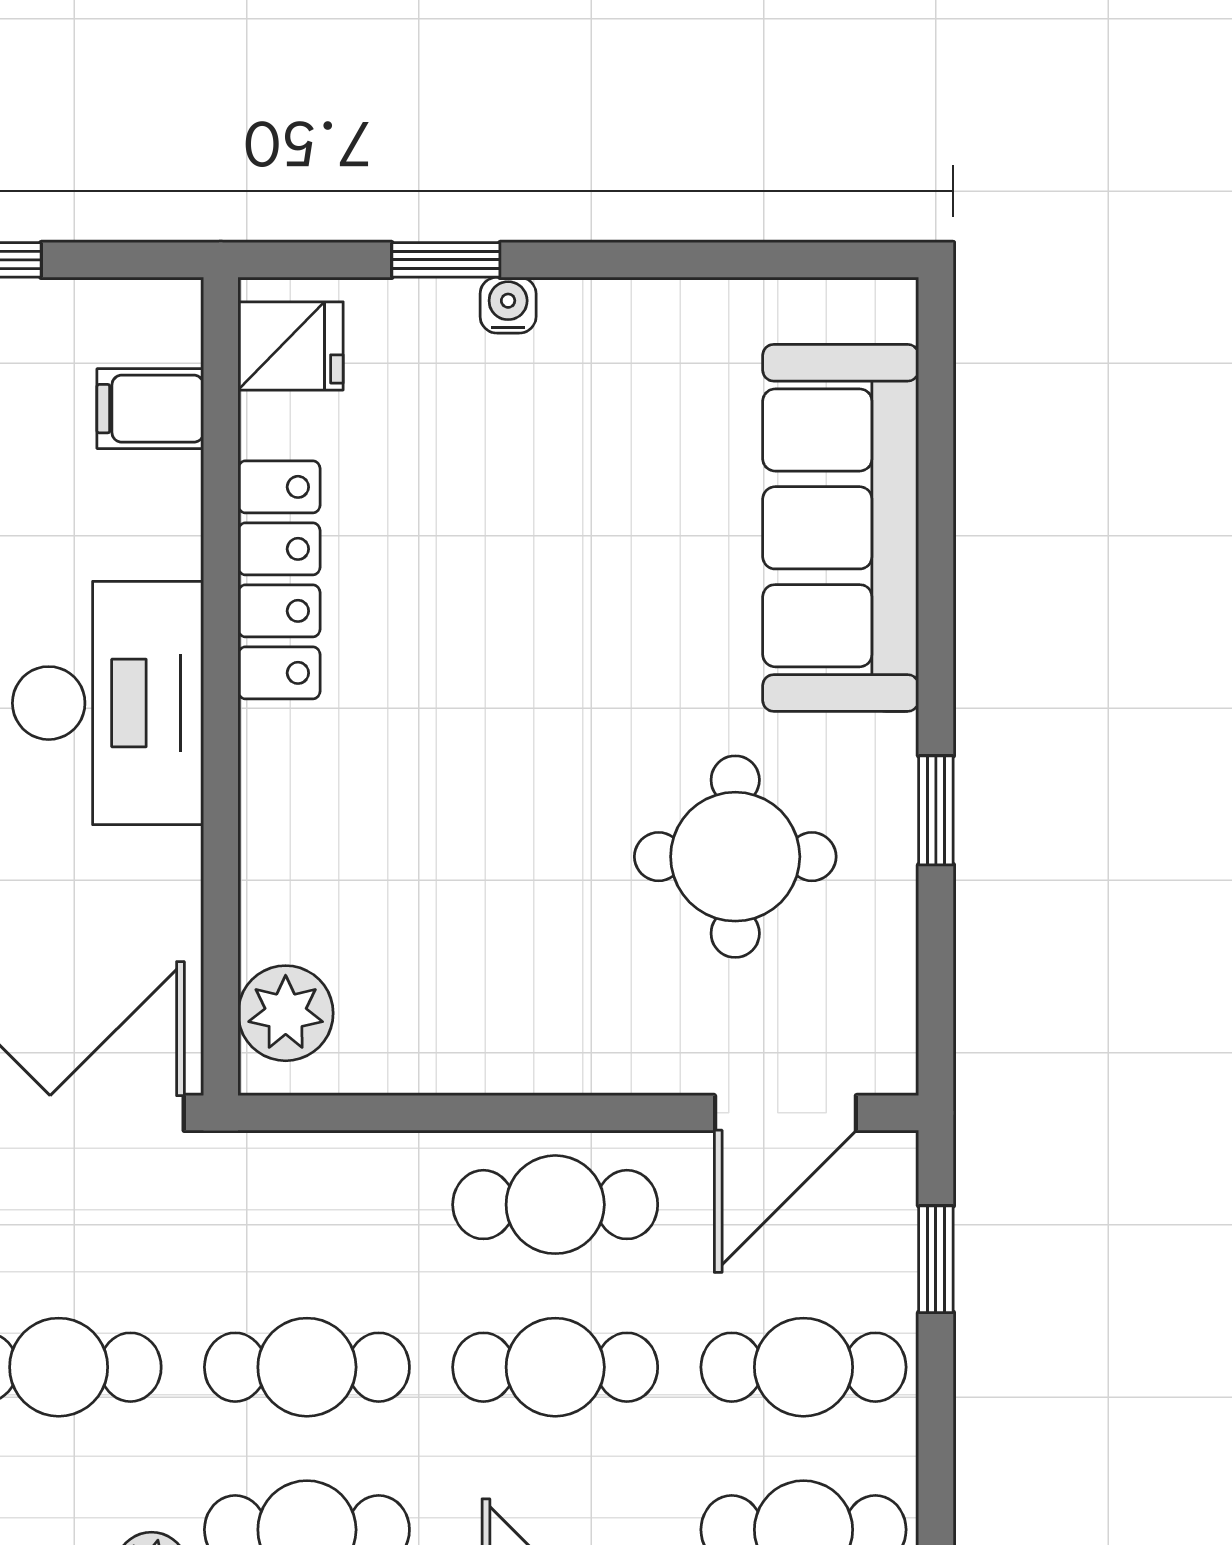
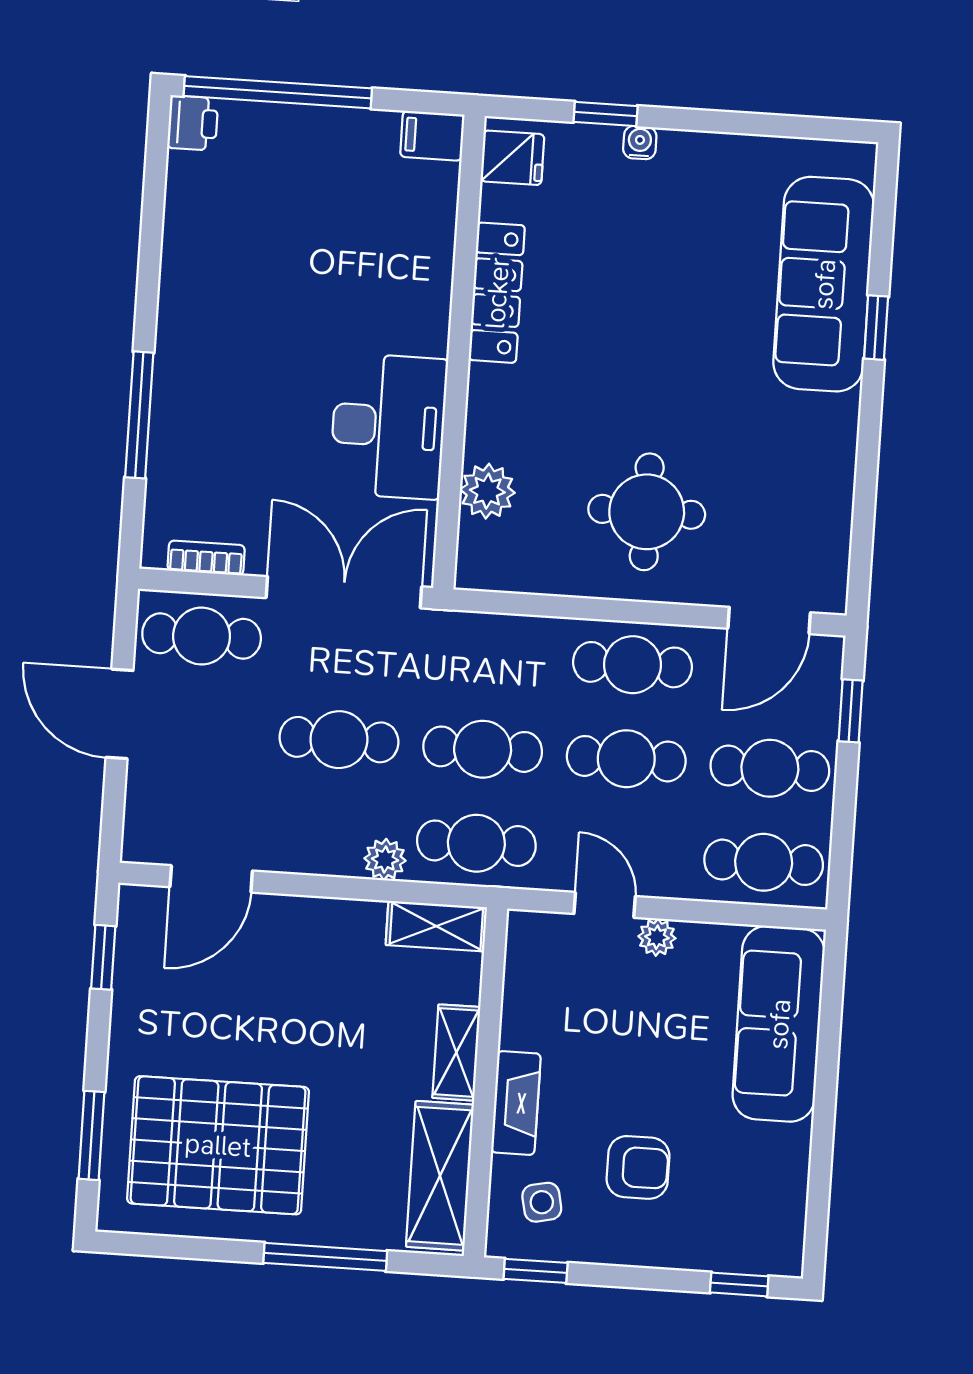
filing cabinet: (150, 409) -> (432, 136), moved
desk: (108, 703) -> (388, 426), moved
window: (936, 810) -> (876, 328), moved
round table: (735, 857) -> (647, 512), moved
plant: (286, 1013) -> (487, 491), moved

